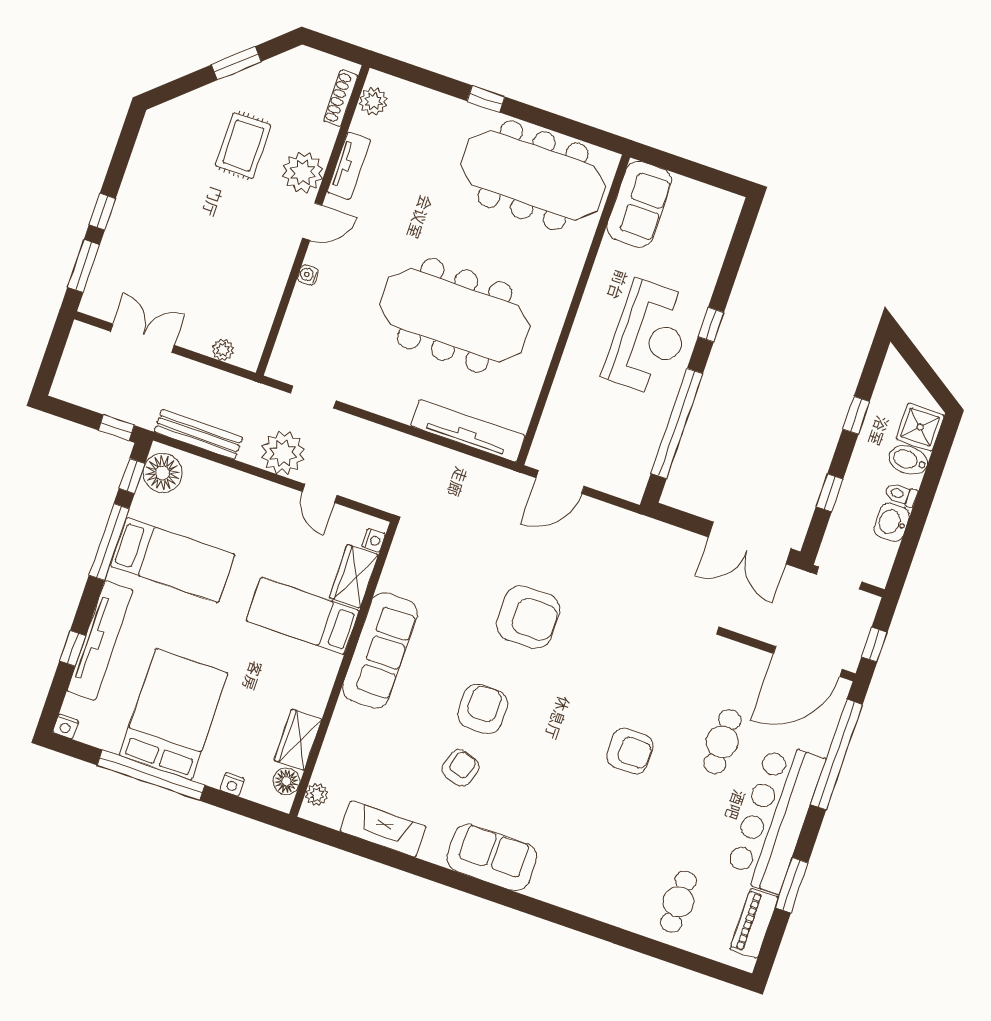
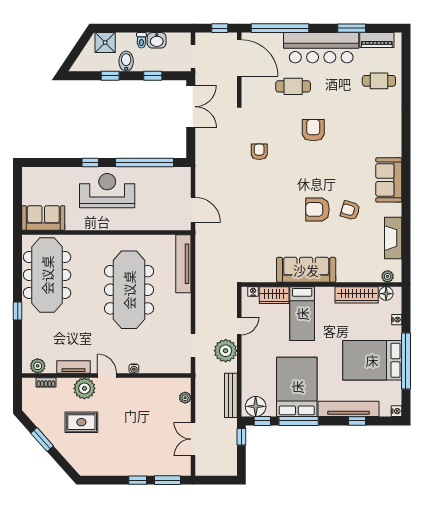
shoe rack: (341, 98) -> (46, 382), width x0.70
bidet: (908, 460) -> (126, 61), moved, turned 180
bed: (172, 560) -> (297, 387), width x1.50
armchair: (528, 617) -> (259, 152), moved, width x0.53, depth x0.53
wardrobe: (298, 740) -> (357, 295), width x1.50

